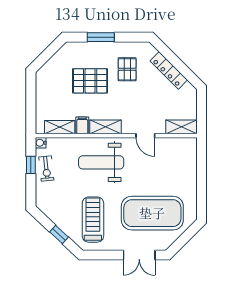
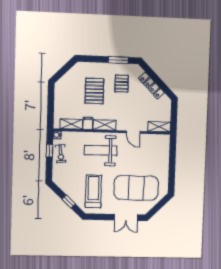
window: (101, 37) -> (118, 60), moved
pallet: (90, 81) -> (94, 91), turned 90

